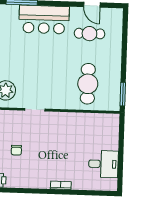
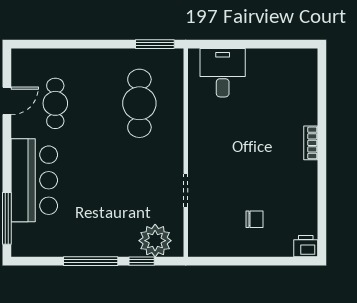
cafe table: (88, 84) -> (139, 103), turned 90
desk: (103, 164) -> (223, 73), moved

